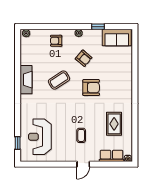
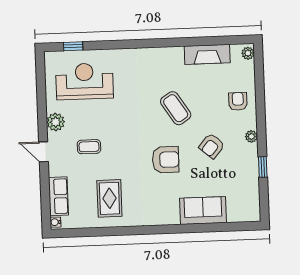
sofa: (117, 38) -> (203, 211), moved, turned 90
fireplace: (26, 80) -> (207, 54), moved
armchair: (91, 88) -> (166, 160), turned -90
rug: (114, 124) -> (109, 198), turned 90
plant: (65, 156) -> (56, 122), added

